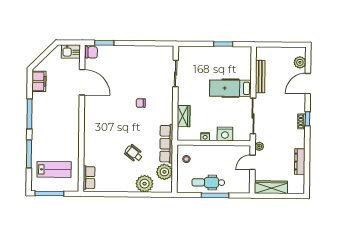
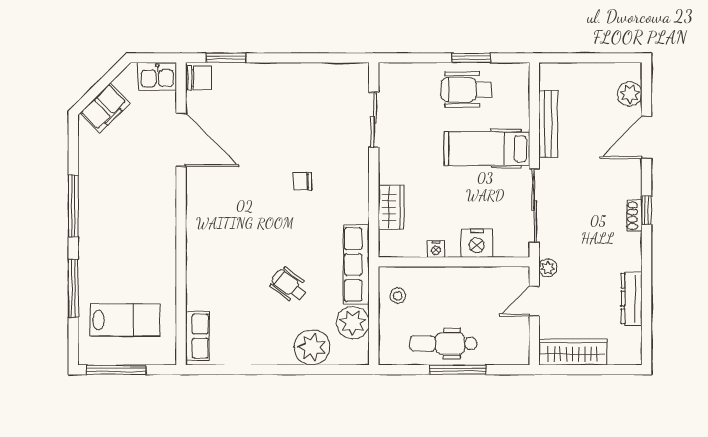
wheelchair: (221, 59) -> (466, 90), added
filing cabinet: (39, 81) -> (105, 108), moved, turned 45

